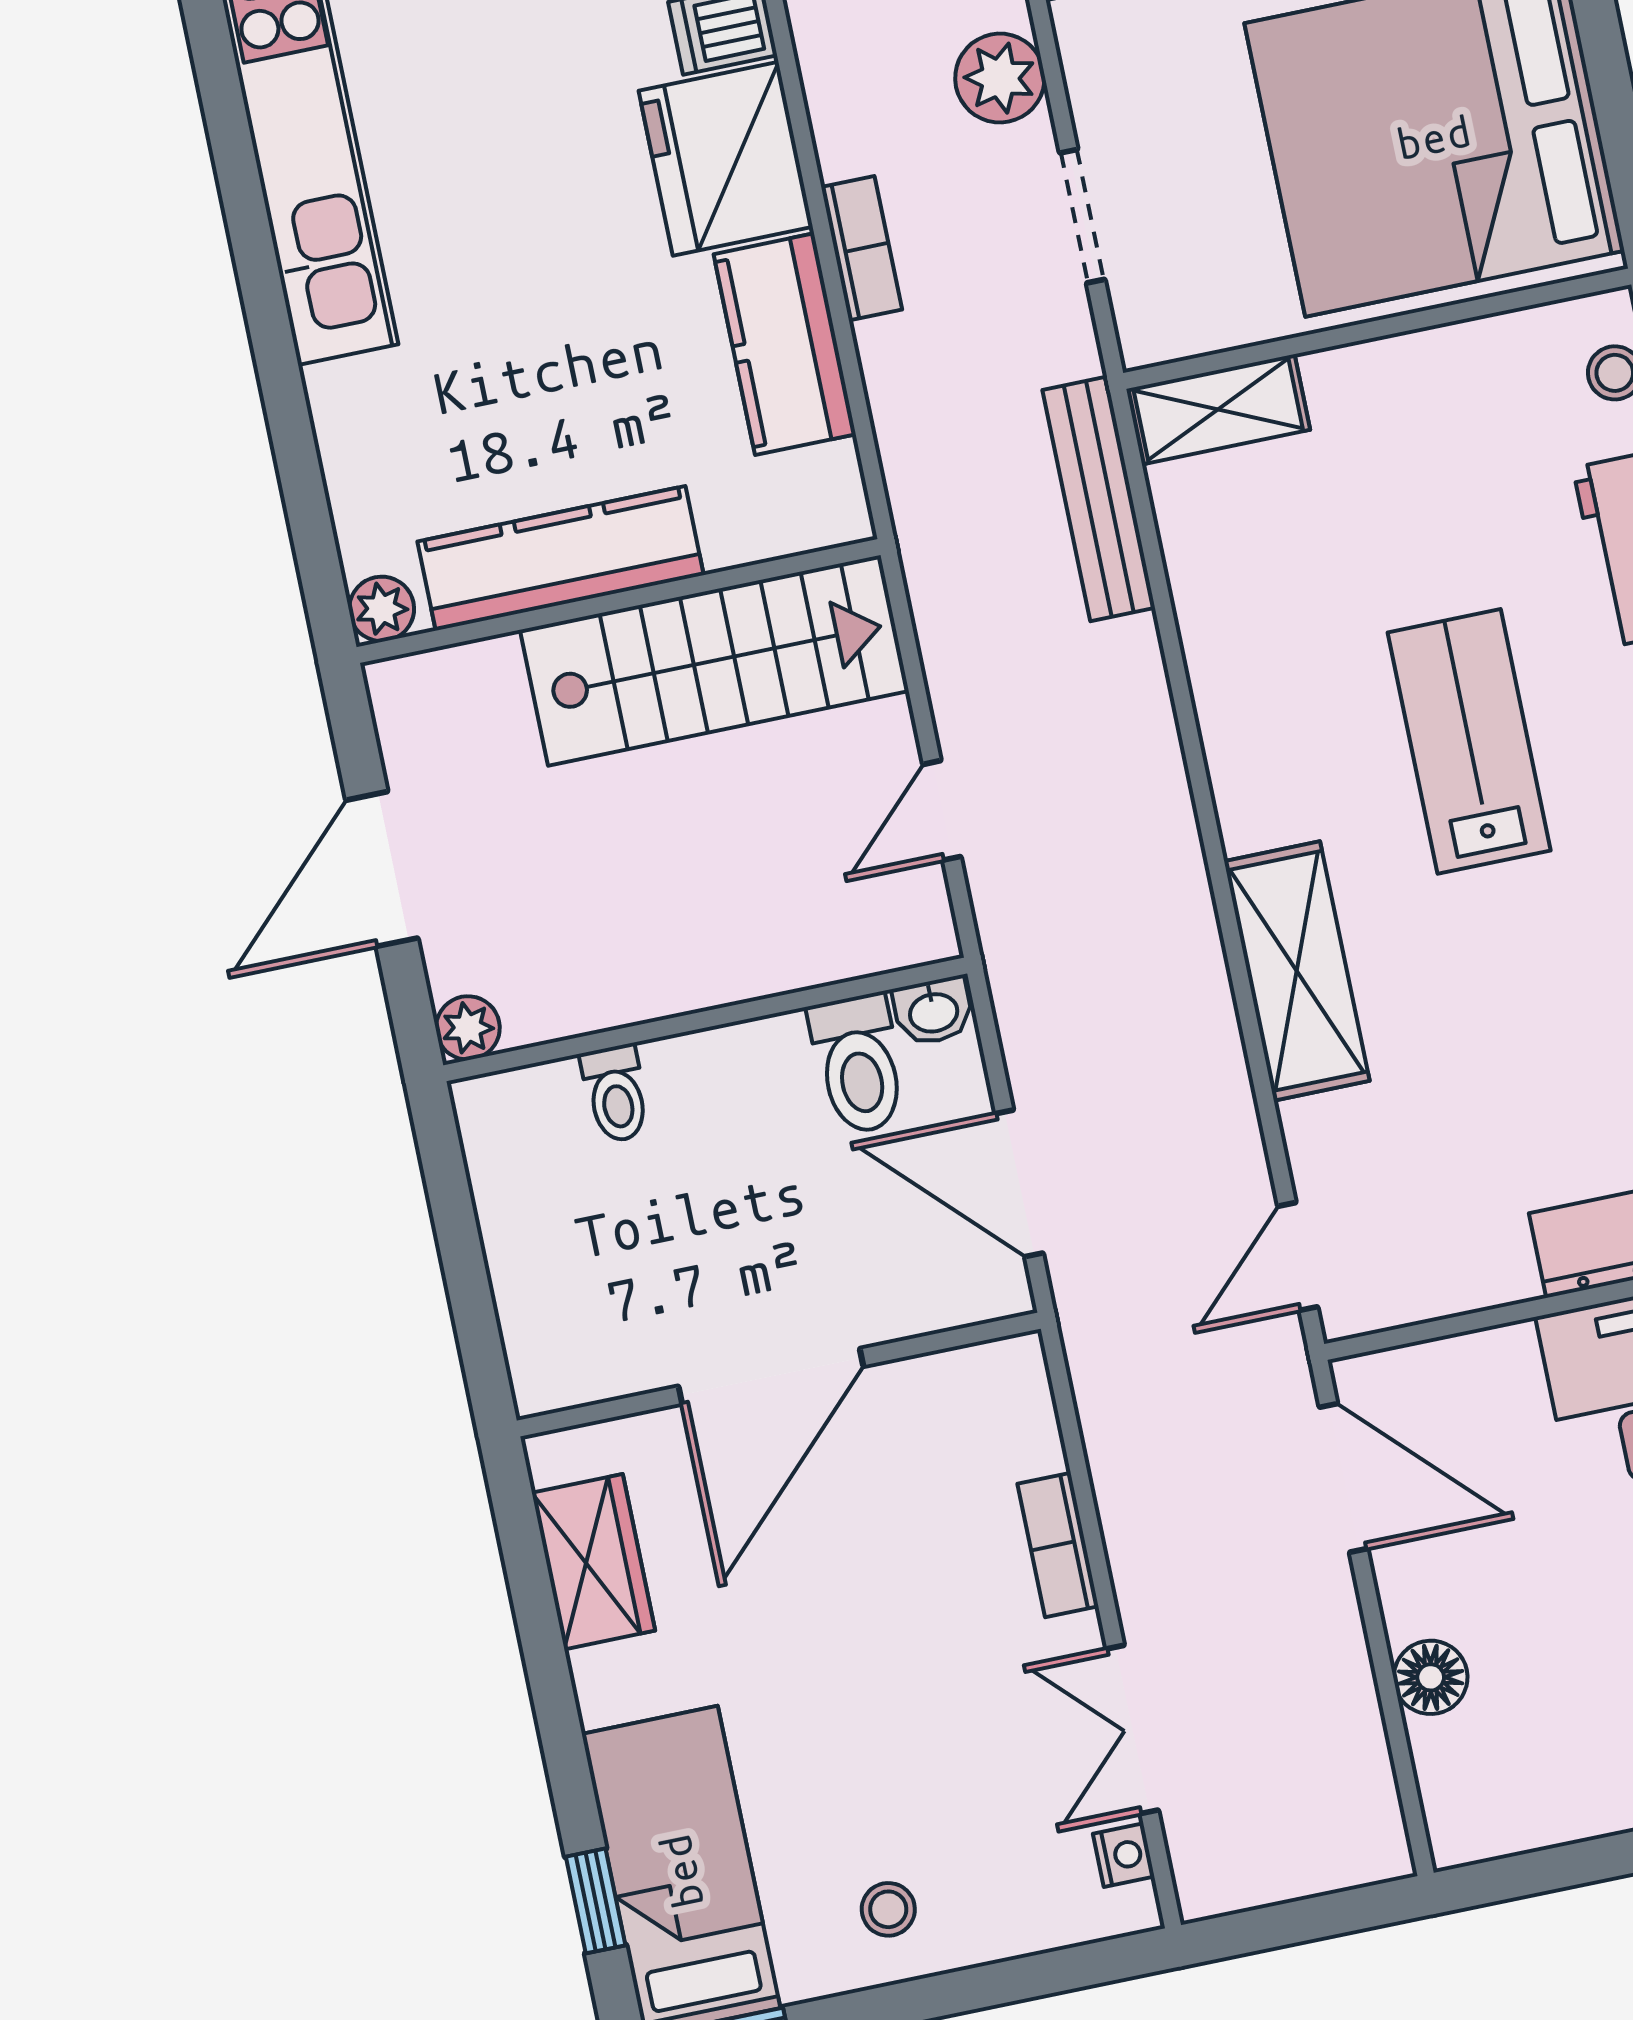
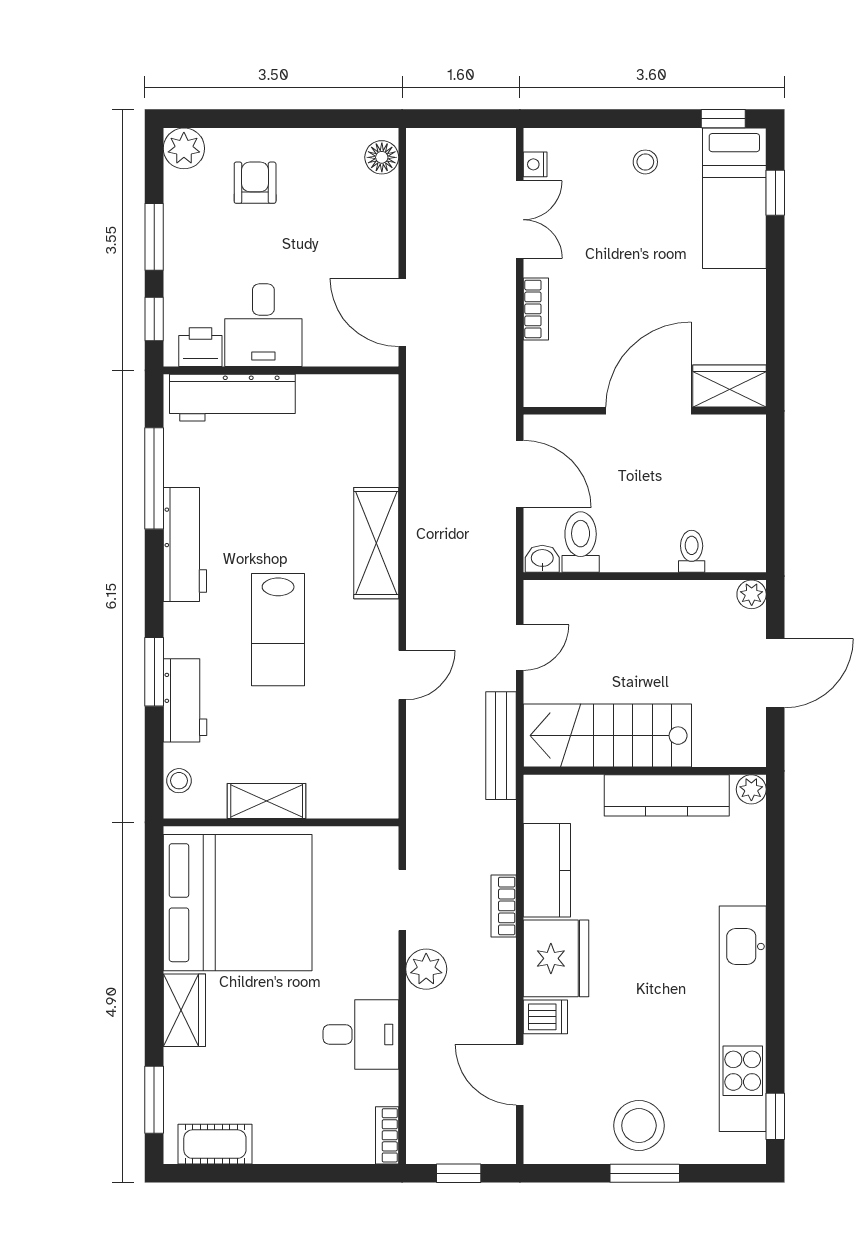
shelving: (1218, 409) -> (267, 801), moved
bench: (1099, 499) -> (501, 746), moved
door: (1298, 1256) -> (402, 675), moved
wardrobe: (593, 1562) -> (729, 386), moved, turned 90
floor lamp: (1431, 1677) -> (382, 157), moved

